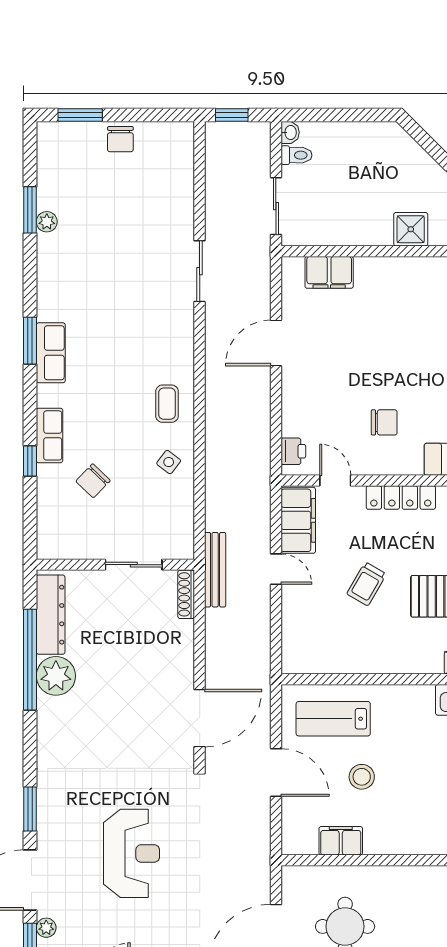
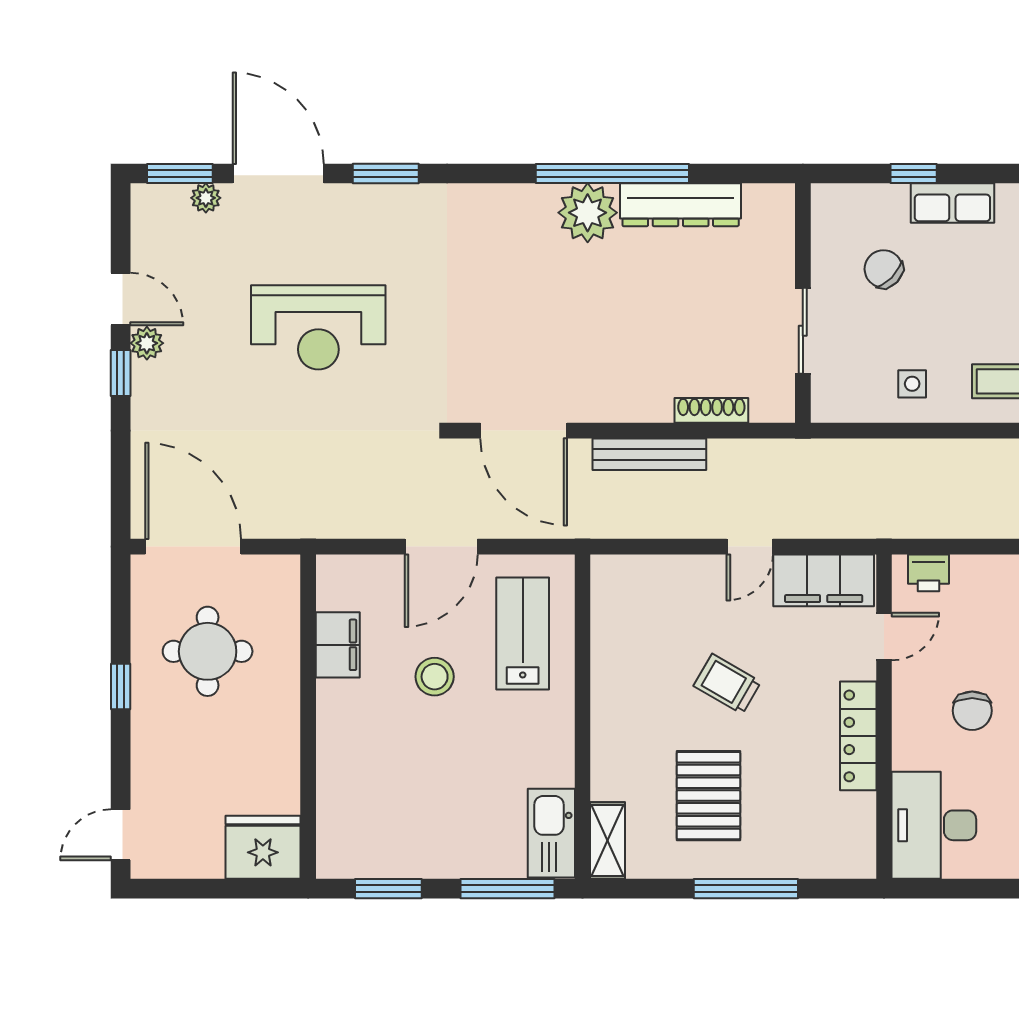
side table: (169, 462) -> (912, 384), turned -37
wall: (115, 565) -> (803, 303), moved
sliding door: (134, 565) -> (803, 331), moved
bench: (215, 570) -> (649, 454), moved

